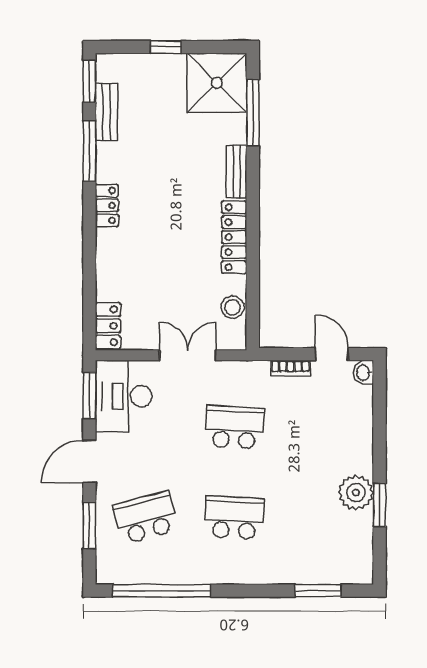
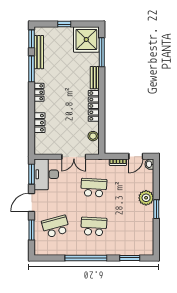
bench: (106, 112) -> (39, 52), width x1.36
locker: (108, 326) -> (39, 123), moved
door: (332, 354) -> (136, 156), swing flipped
double door: (188, 355) -> (74, 157), swing flipped
plant: (356, 493) -> (146, 198), moved
window: (379, 505) -> (156, 209), moved
window: (162, 591) -> (86, 258), moved

